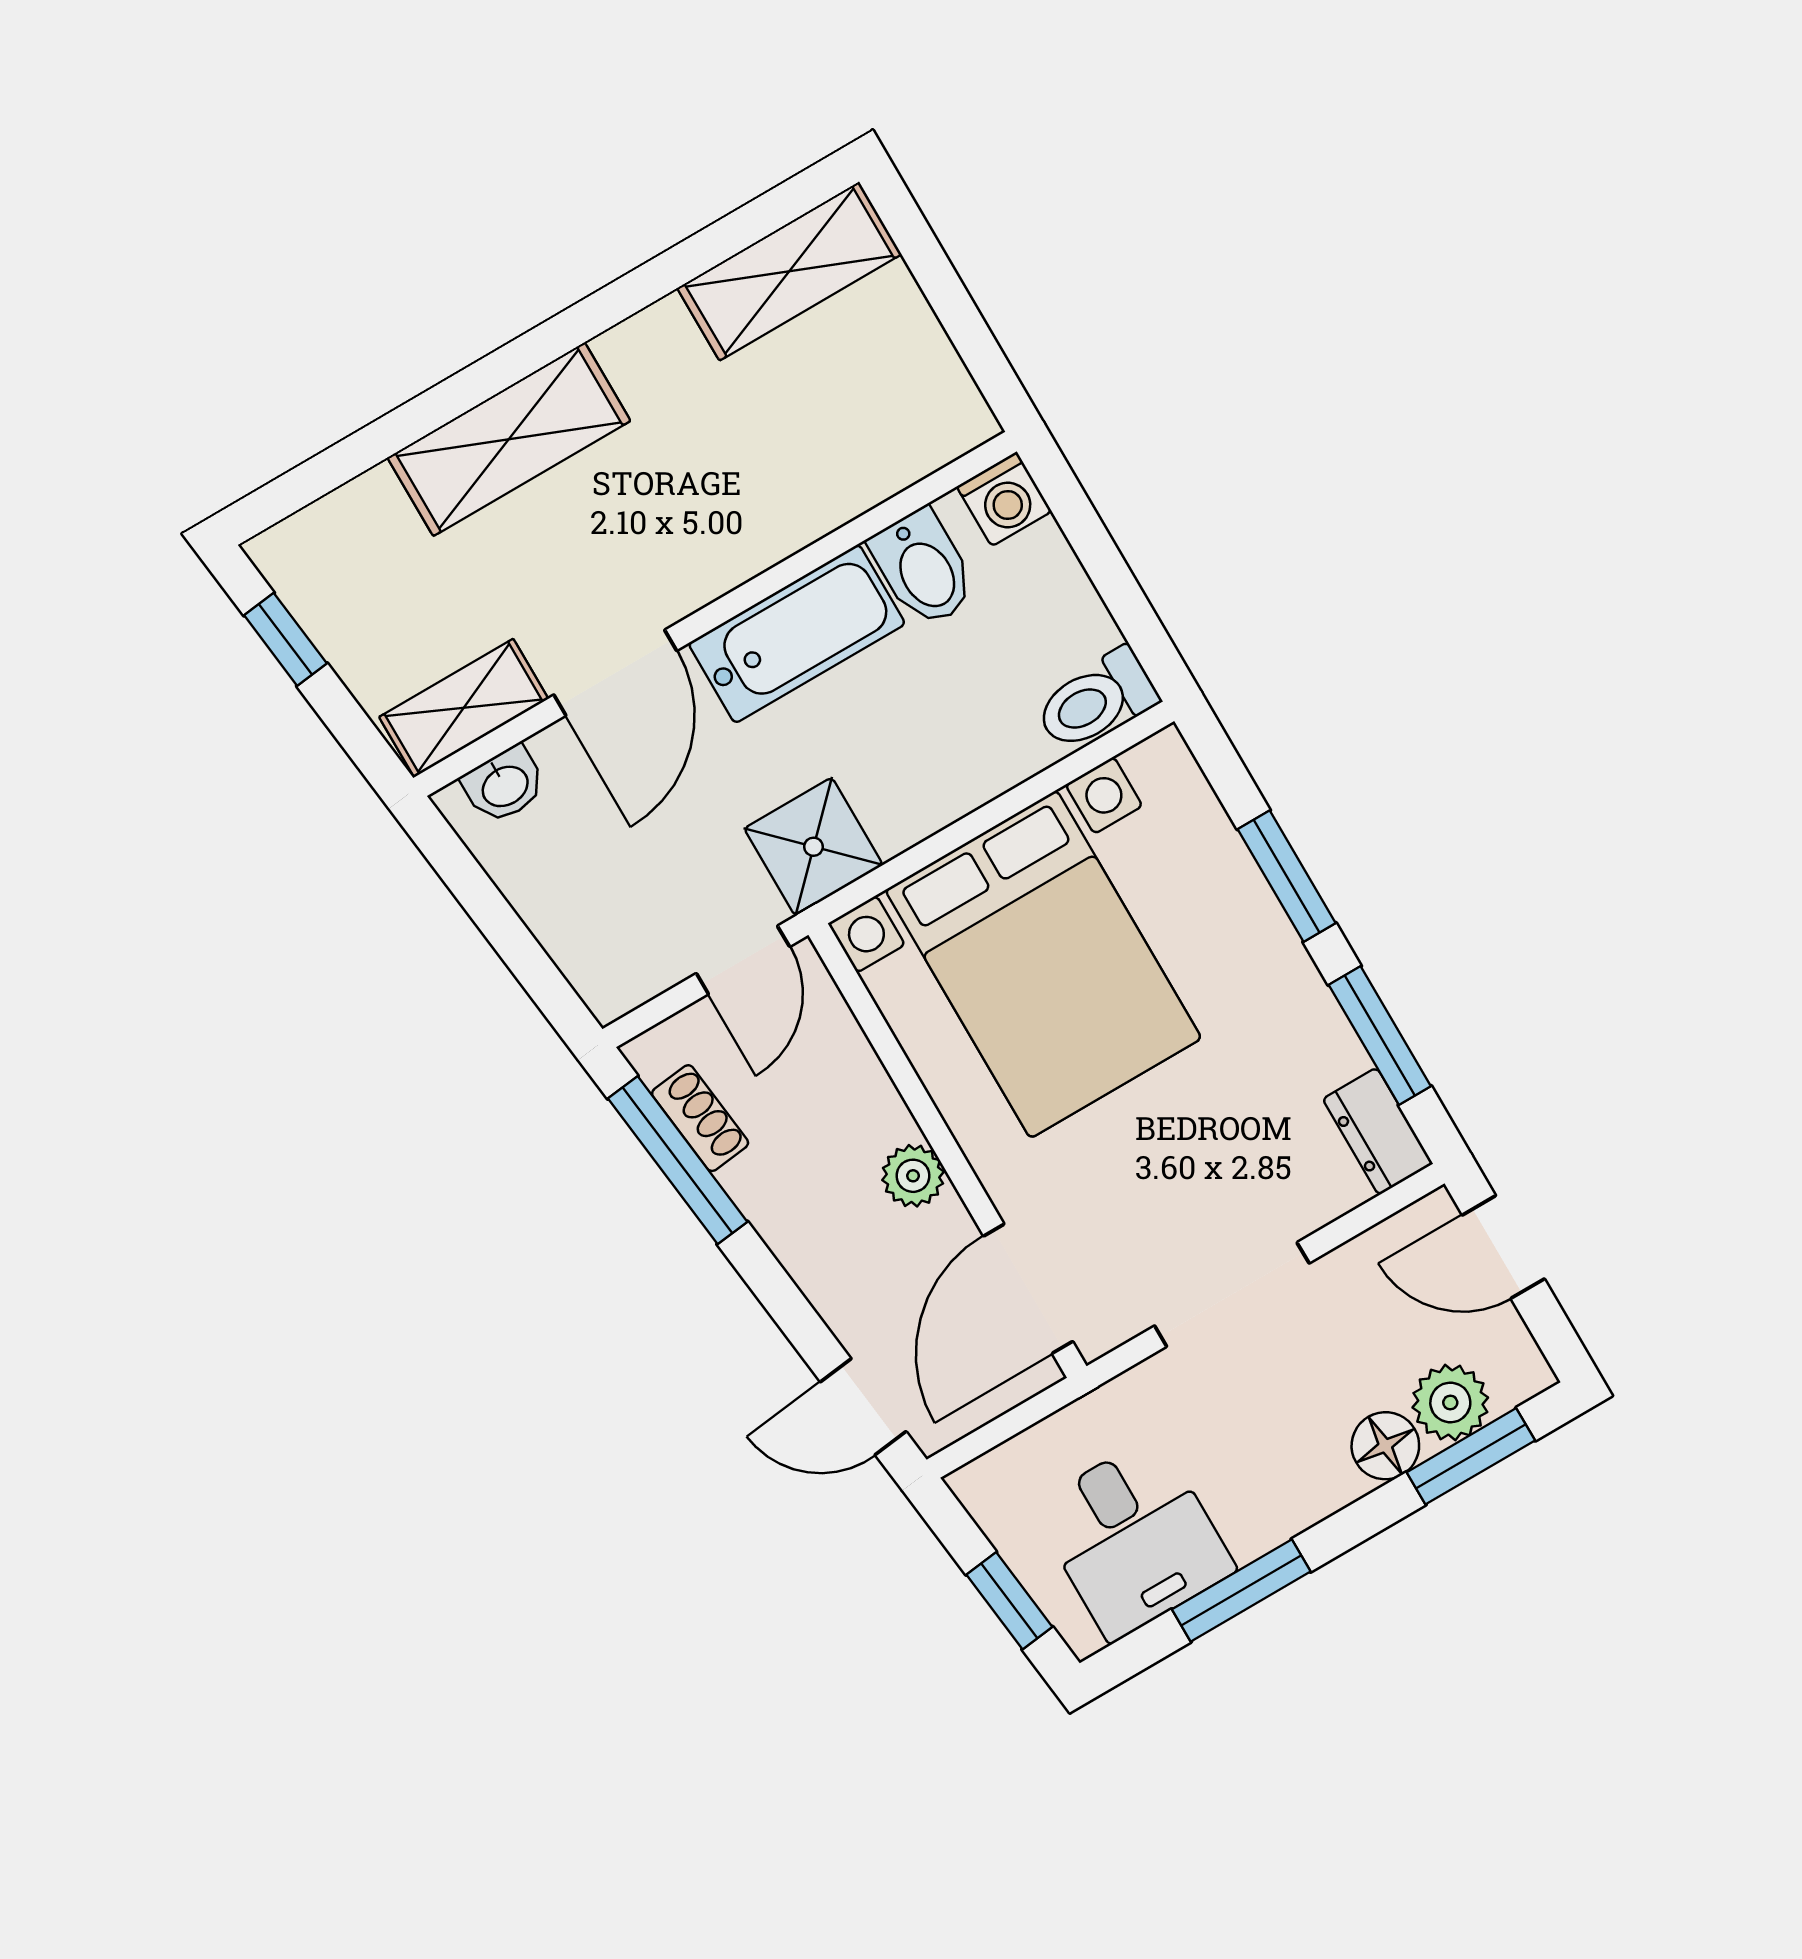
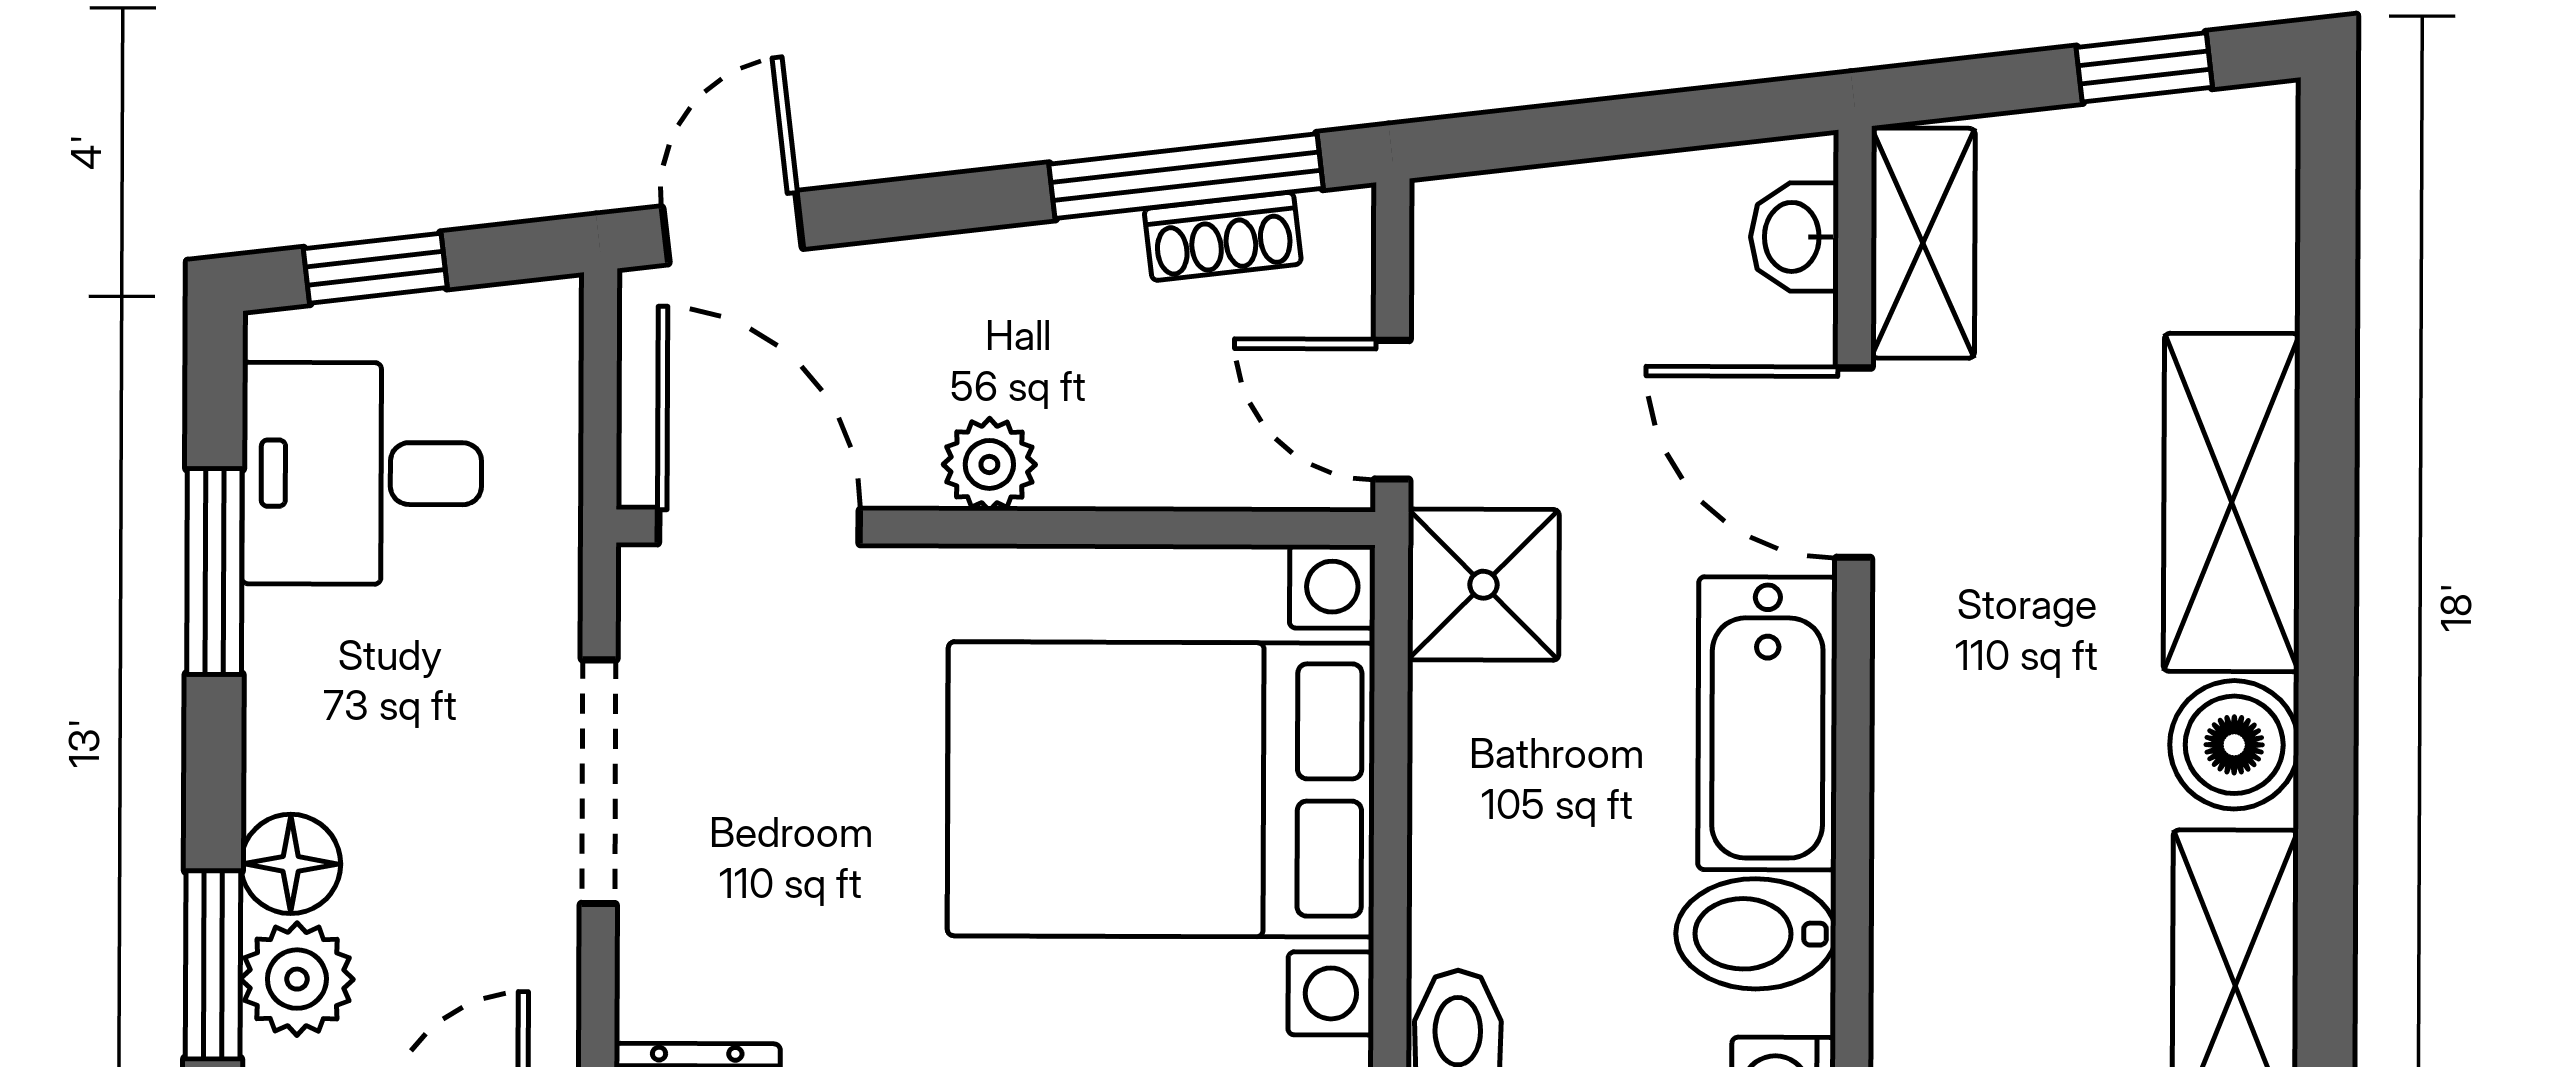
boiler: (649, 355) -> (2234, 745), added

